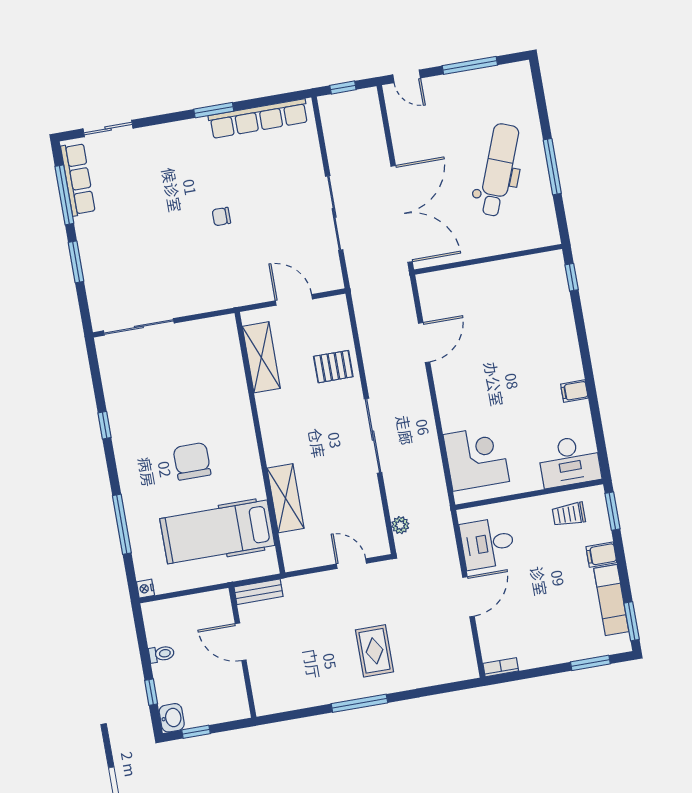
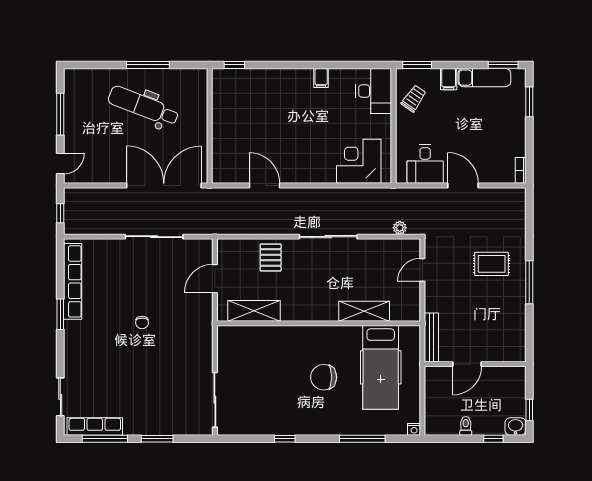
trolley: (569, 514) -> (414, 99), turned -145
bench: (258, 592) -> (431, 337), width x1.36

